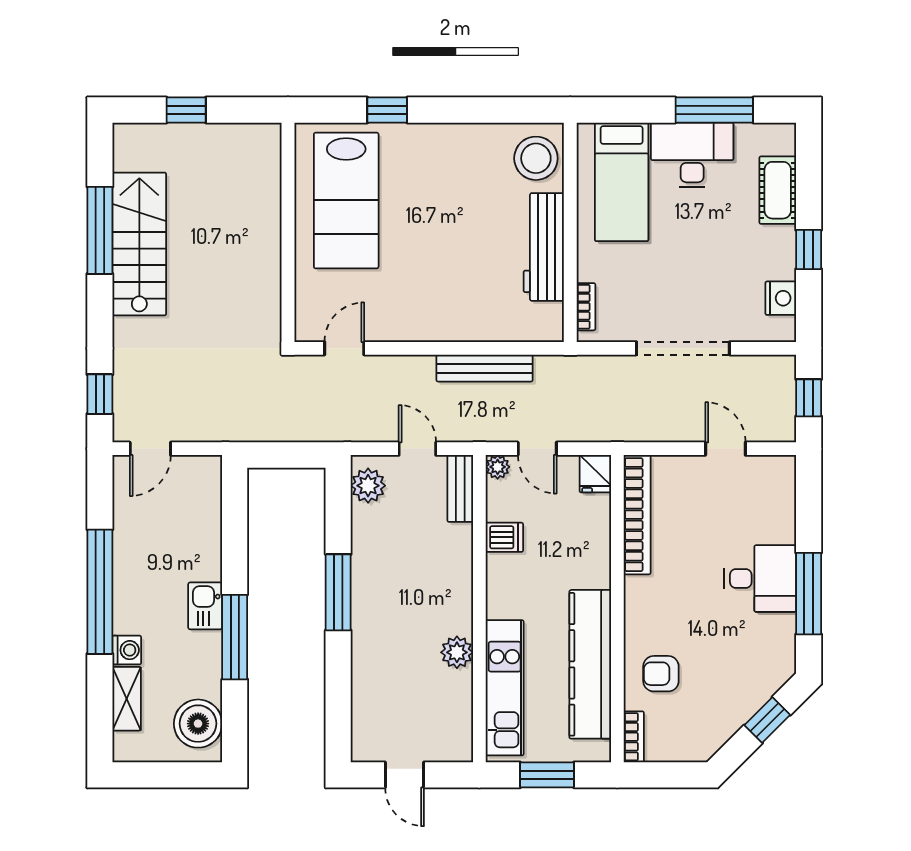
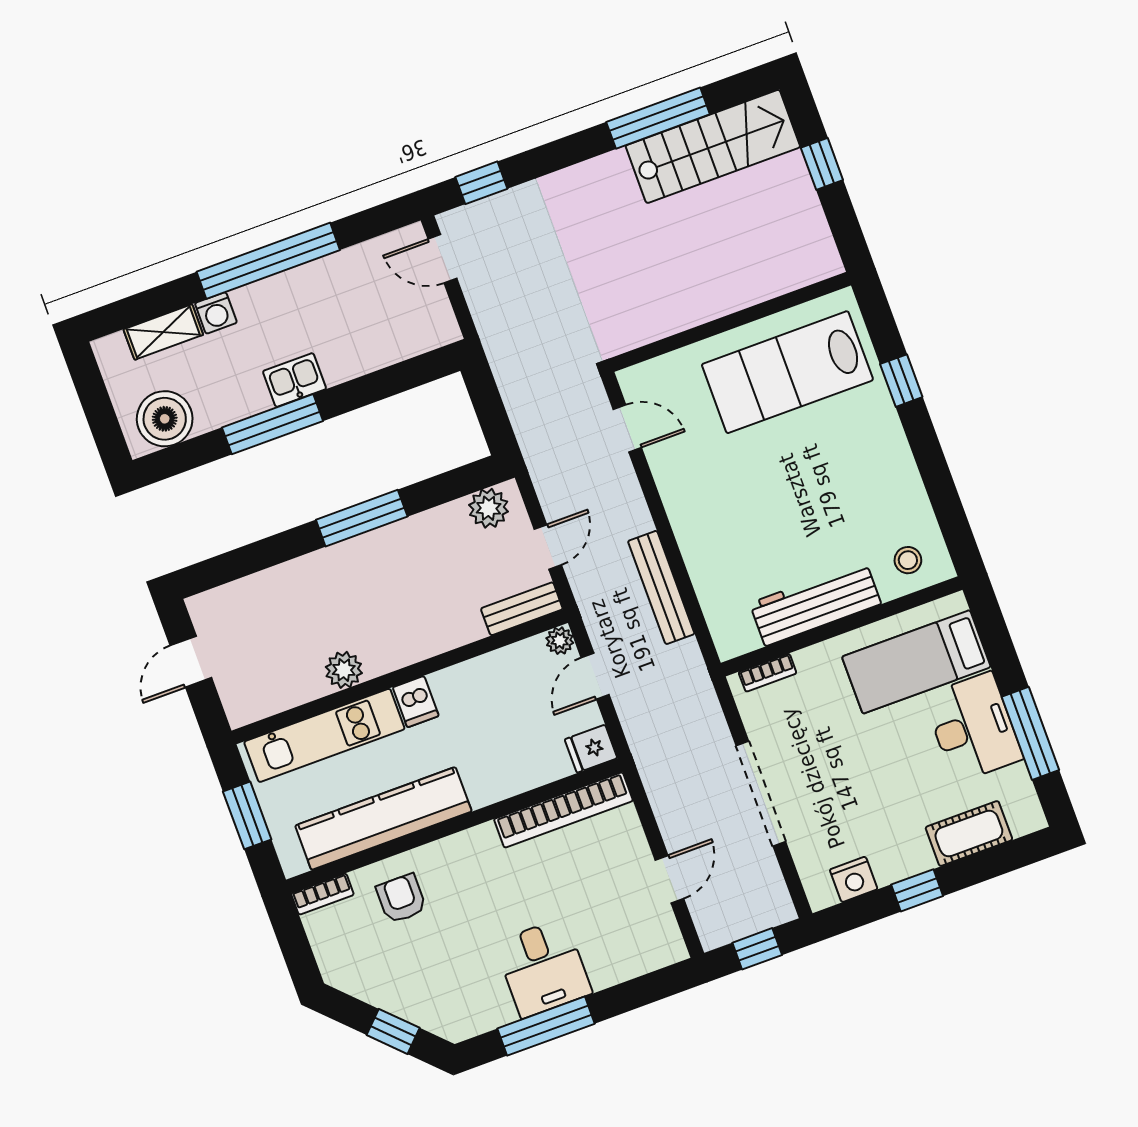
stool: (536, 158) -> (908, 560), width x0.53, depth x0.53
stairs: (139, 244) -> (713, 146), moved
dishwasher: (504, 537) -> (416, 702), moved

